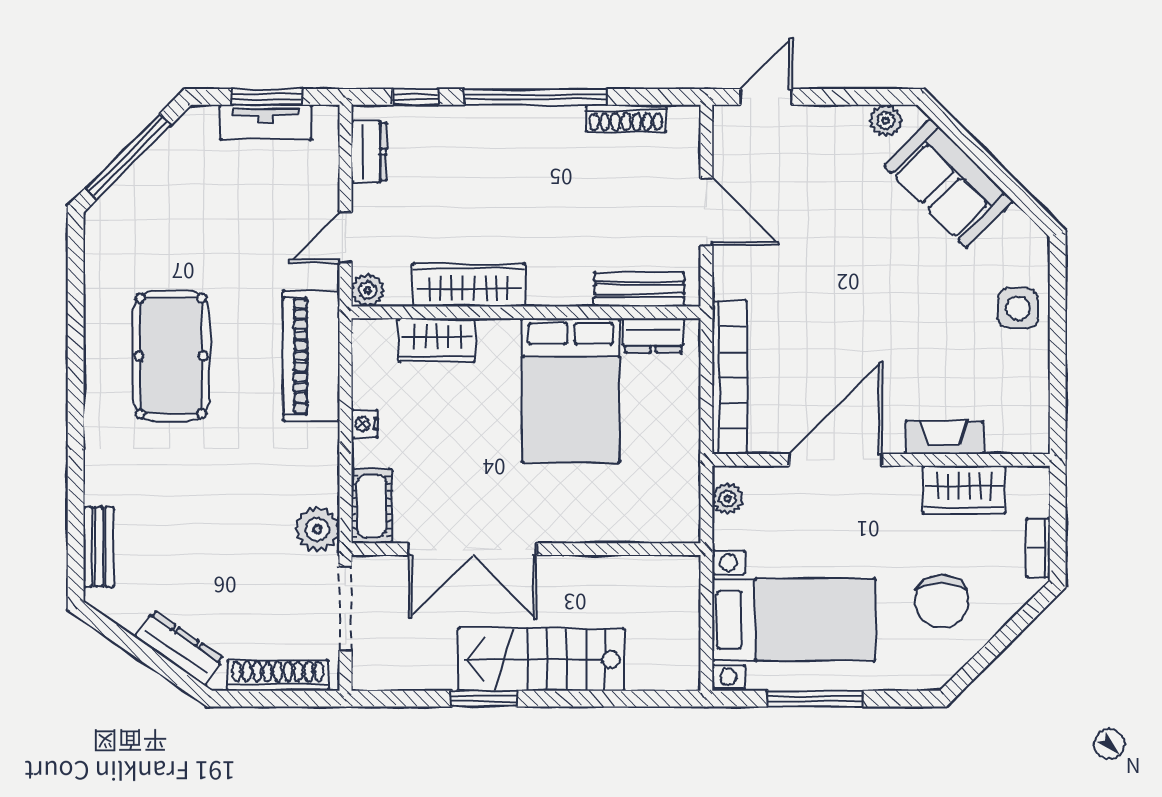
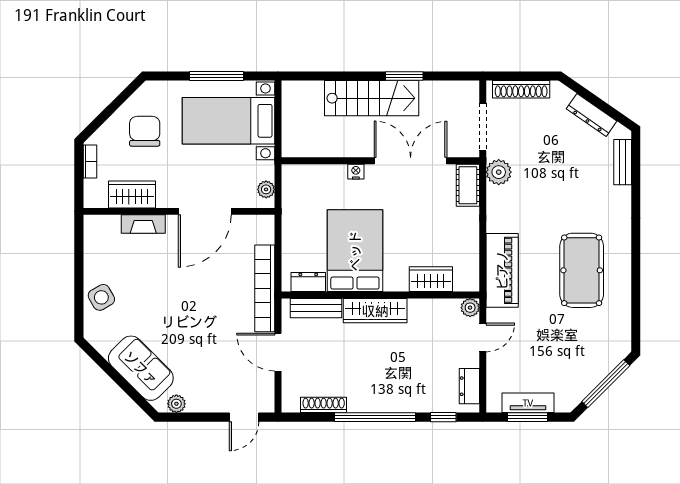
wardrobe: (469, 285) -> (375, 311), moved
side table: (1018, 308) -> (101, 297), turned -30
bookcase: (730, 377) -> (265, 288), moved
nightstand: (365, 424) -> (356, 172), moved, turned -90
dresser: (179, 648) -> (592, 115), moved

